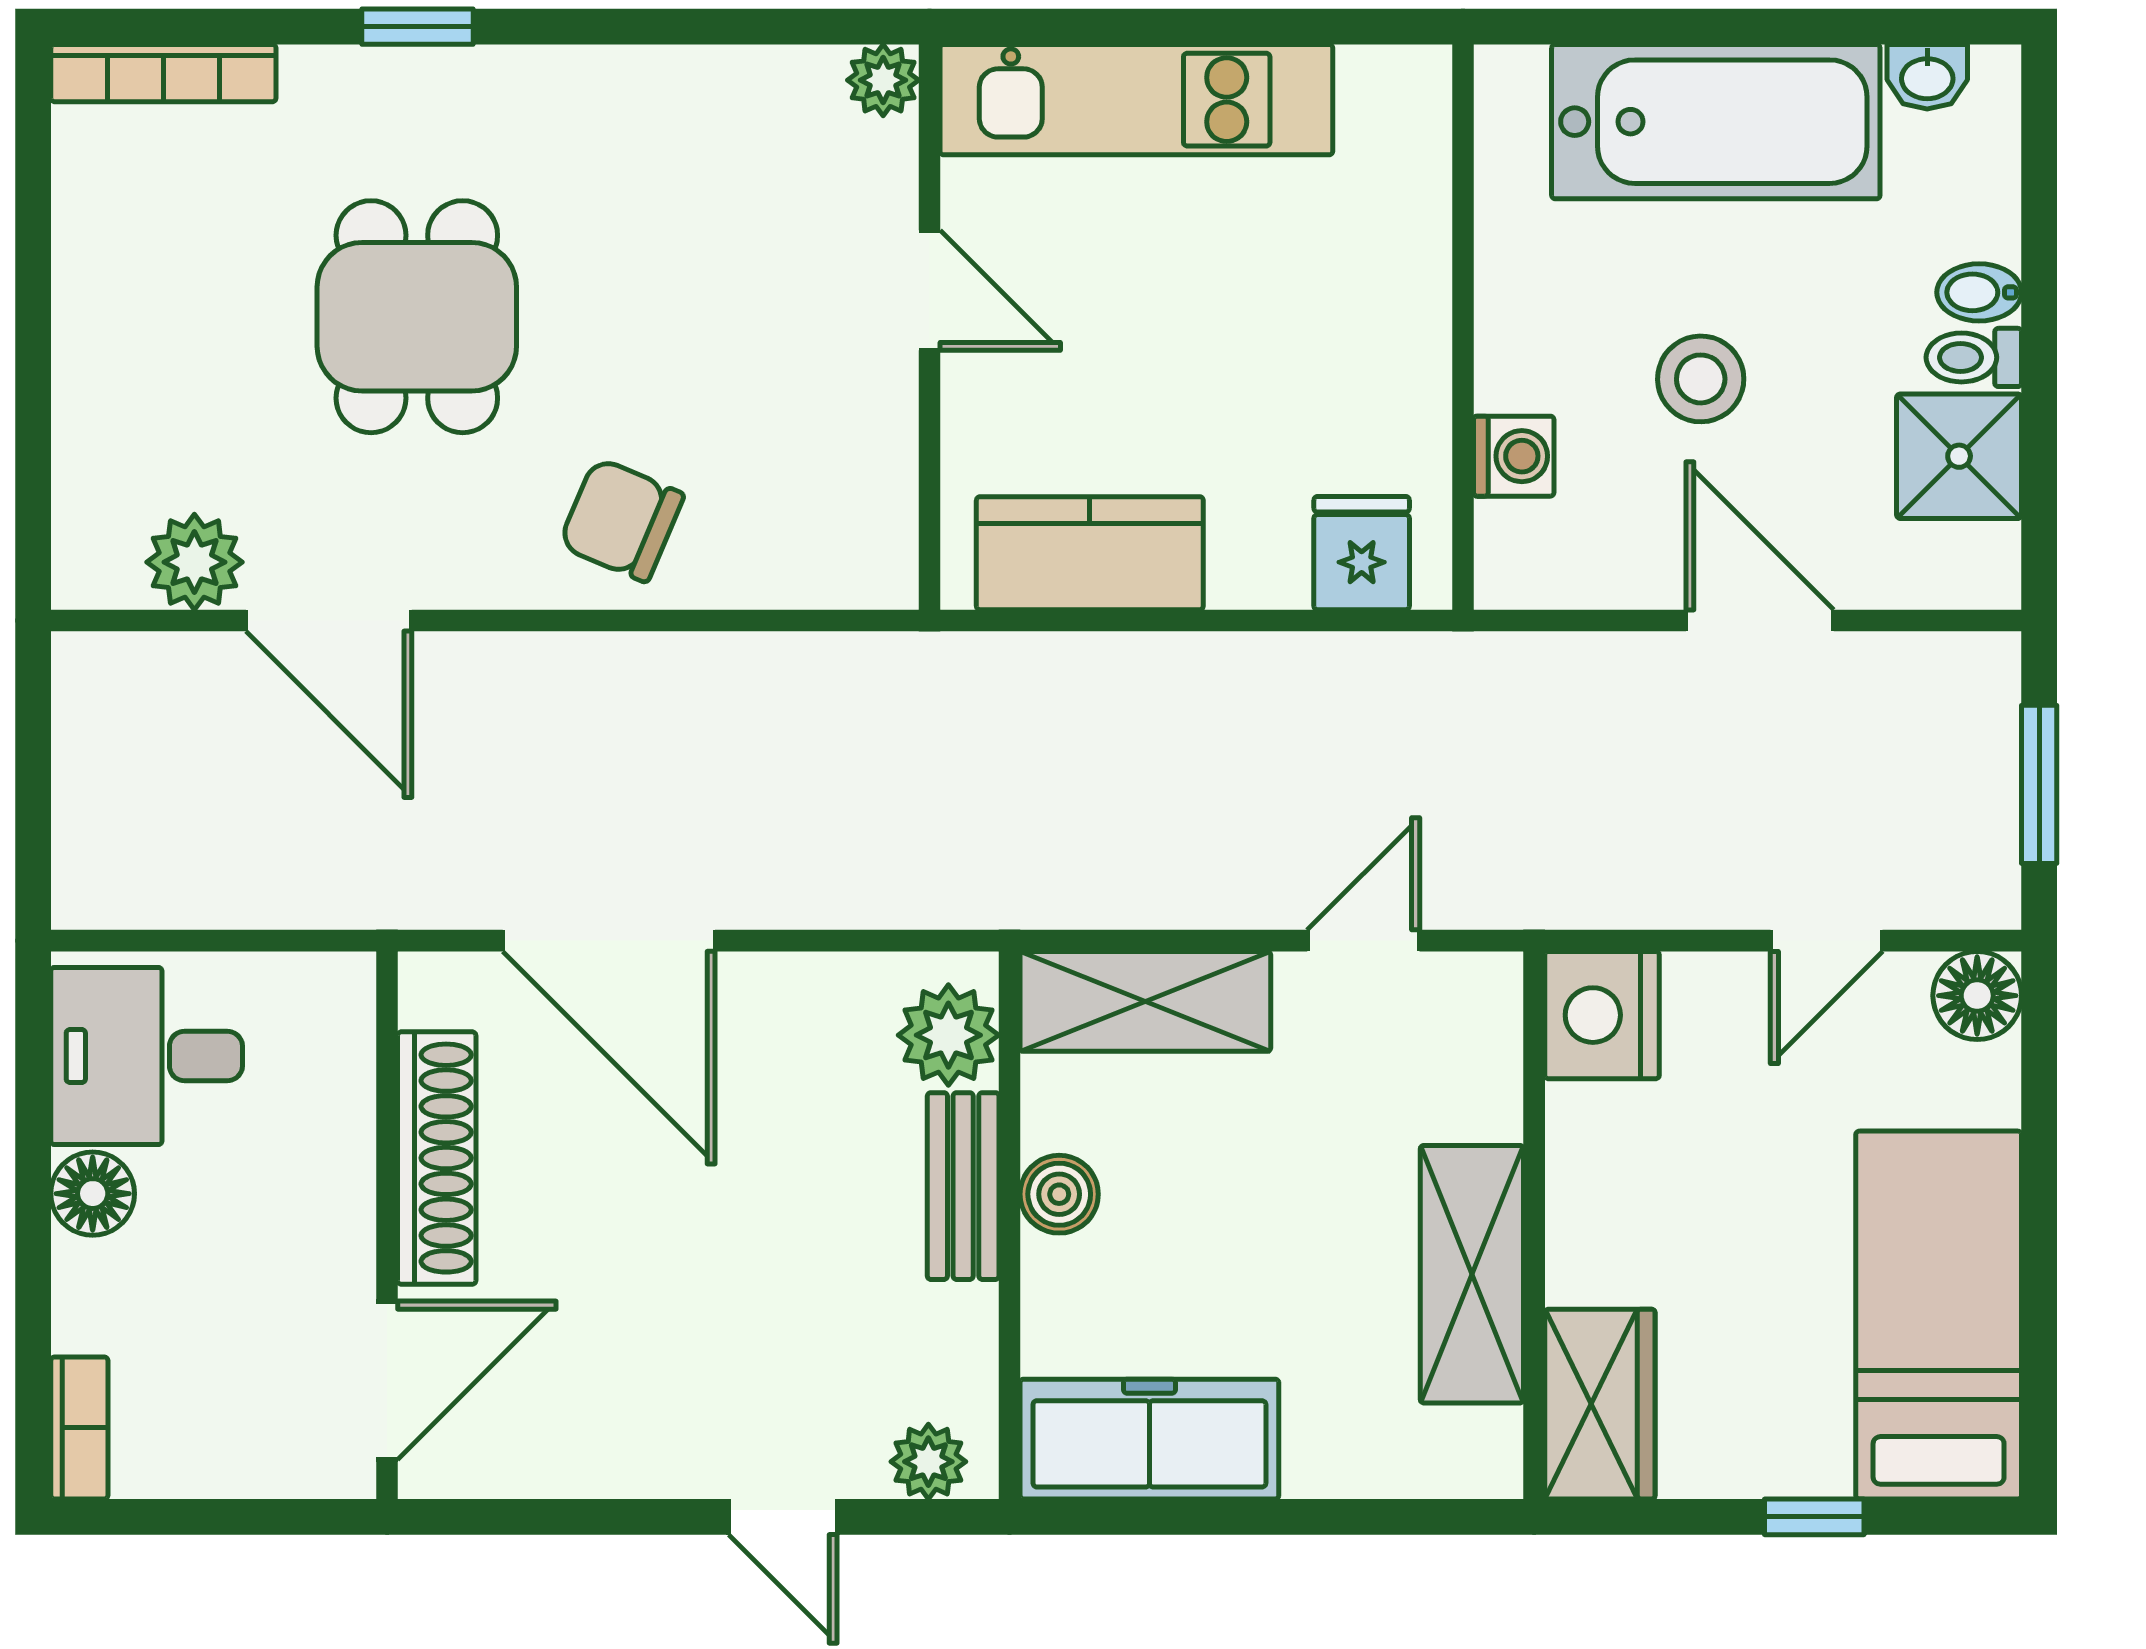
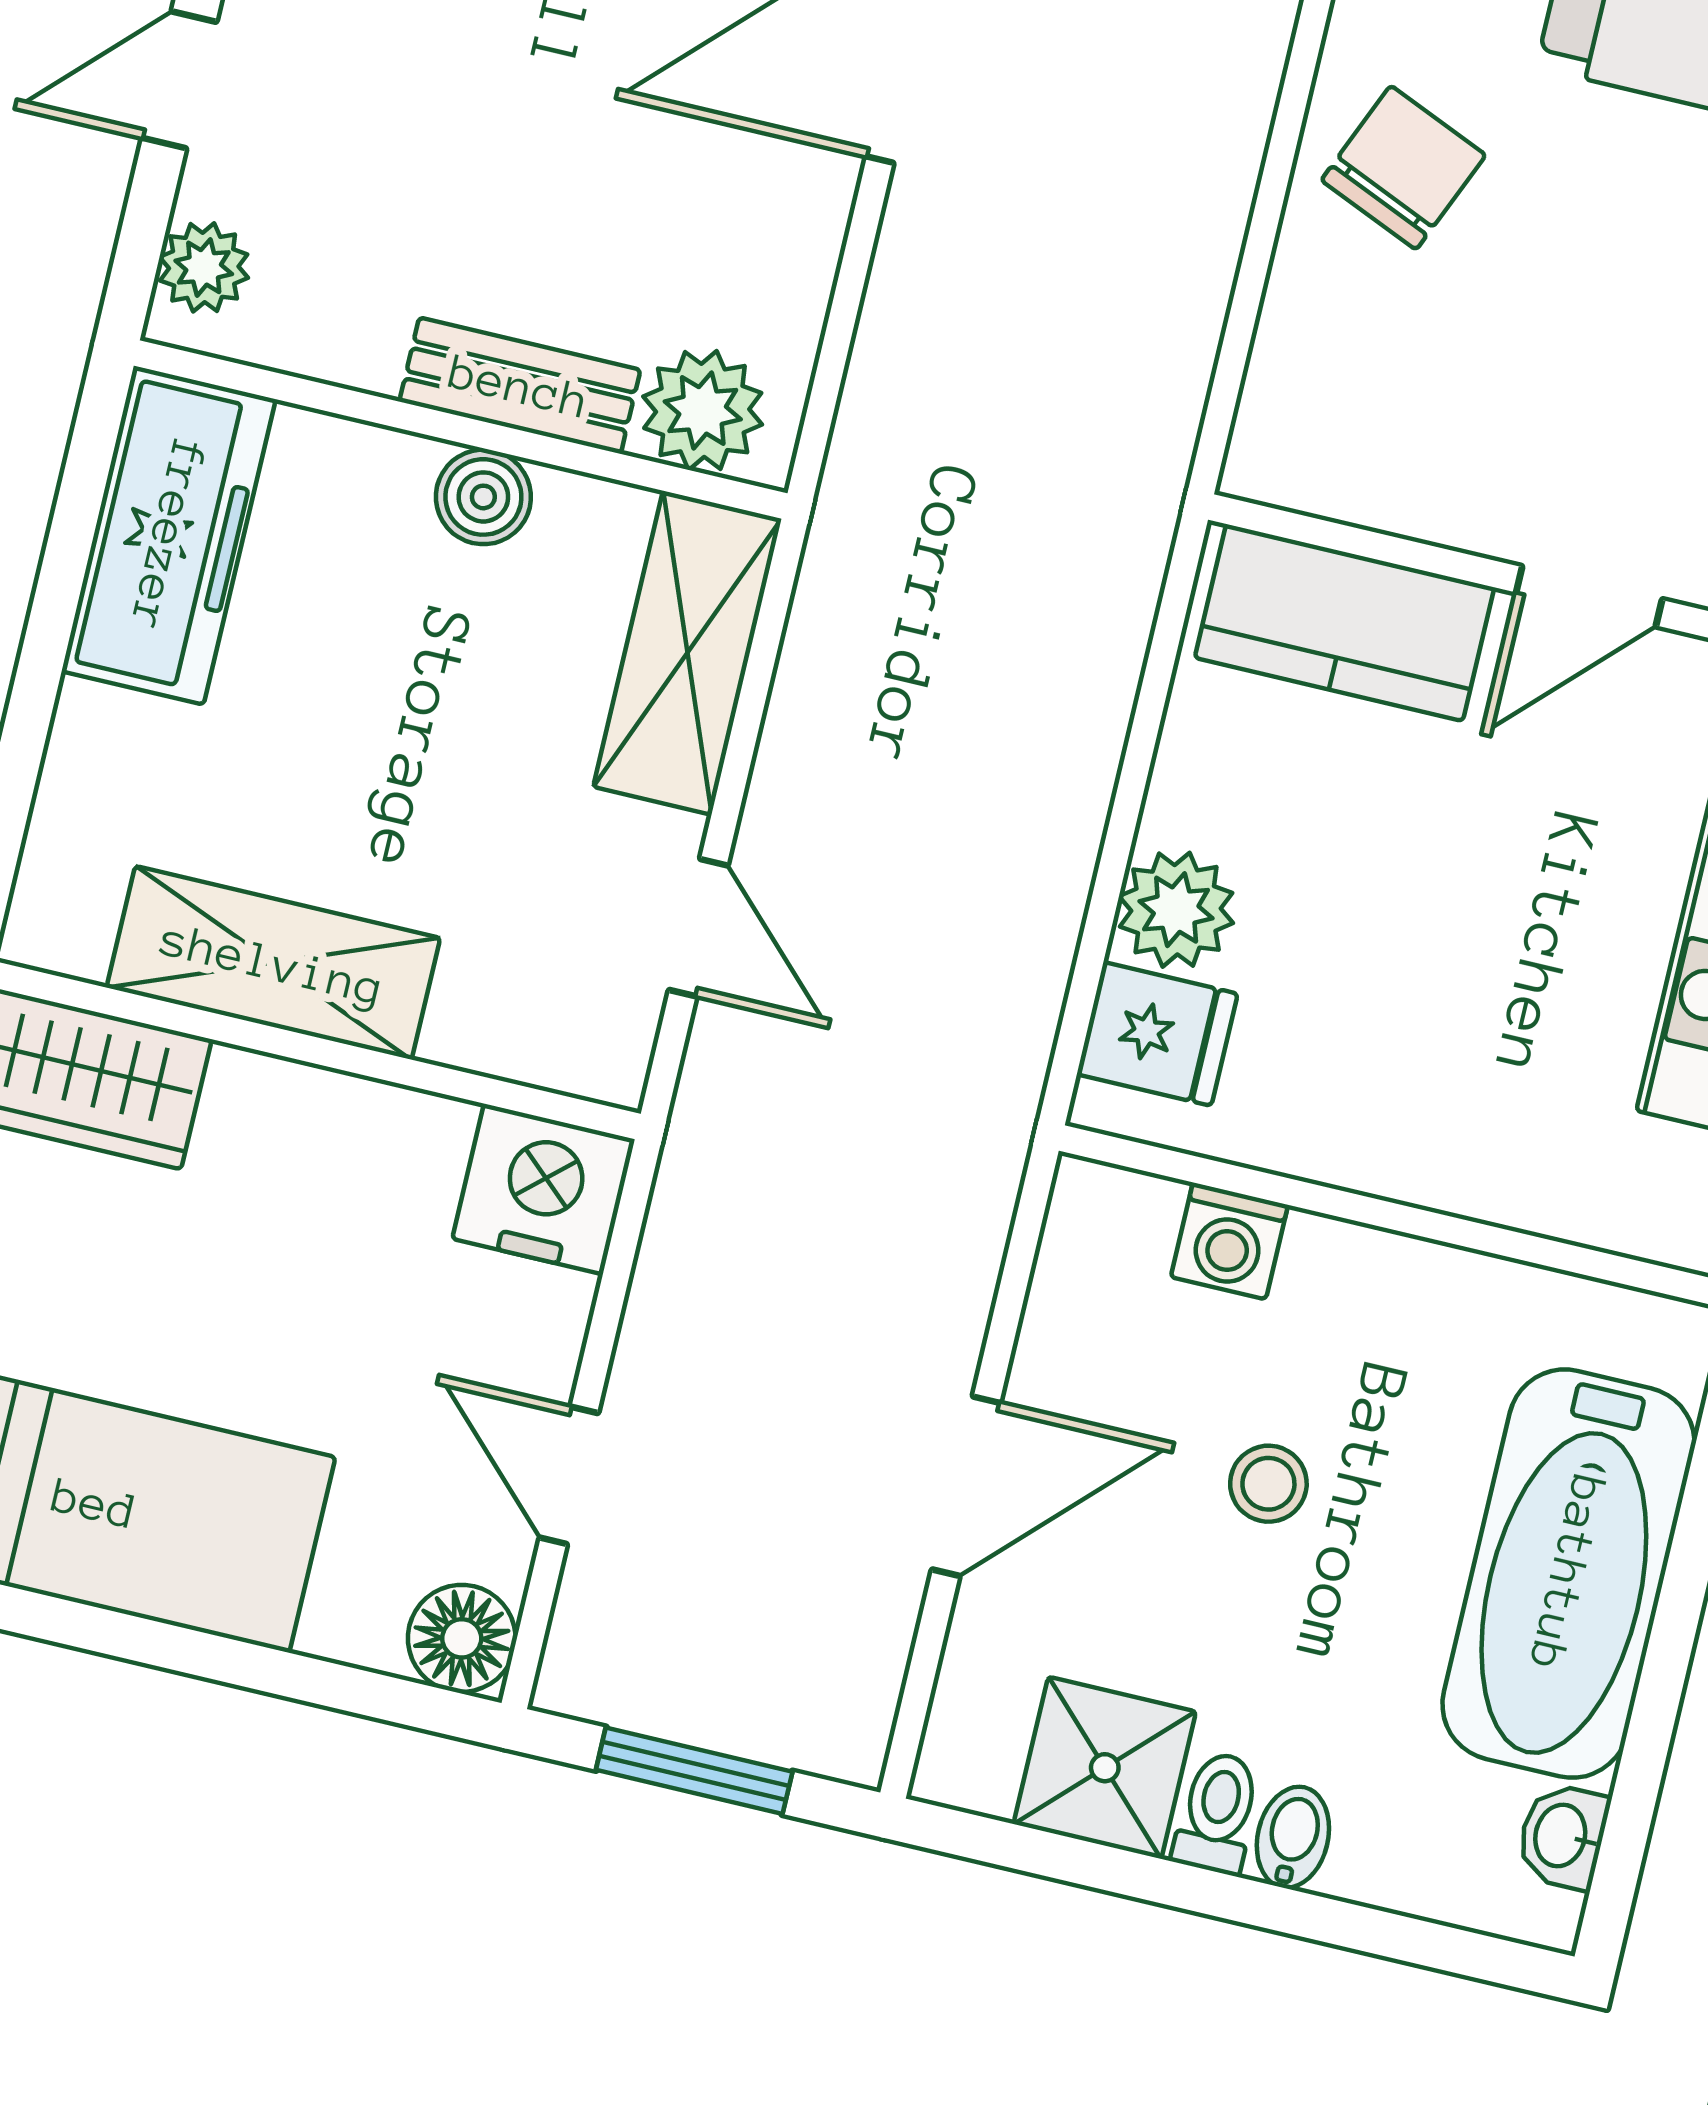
stool: (1701, 379) -> (1268, 1484), width x0.73, depth x0.73
kitchen counter: (1090, 553) -> (1345, 623), moved, turned 90
plant: (1259, 562) -> (1176, 910), added

